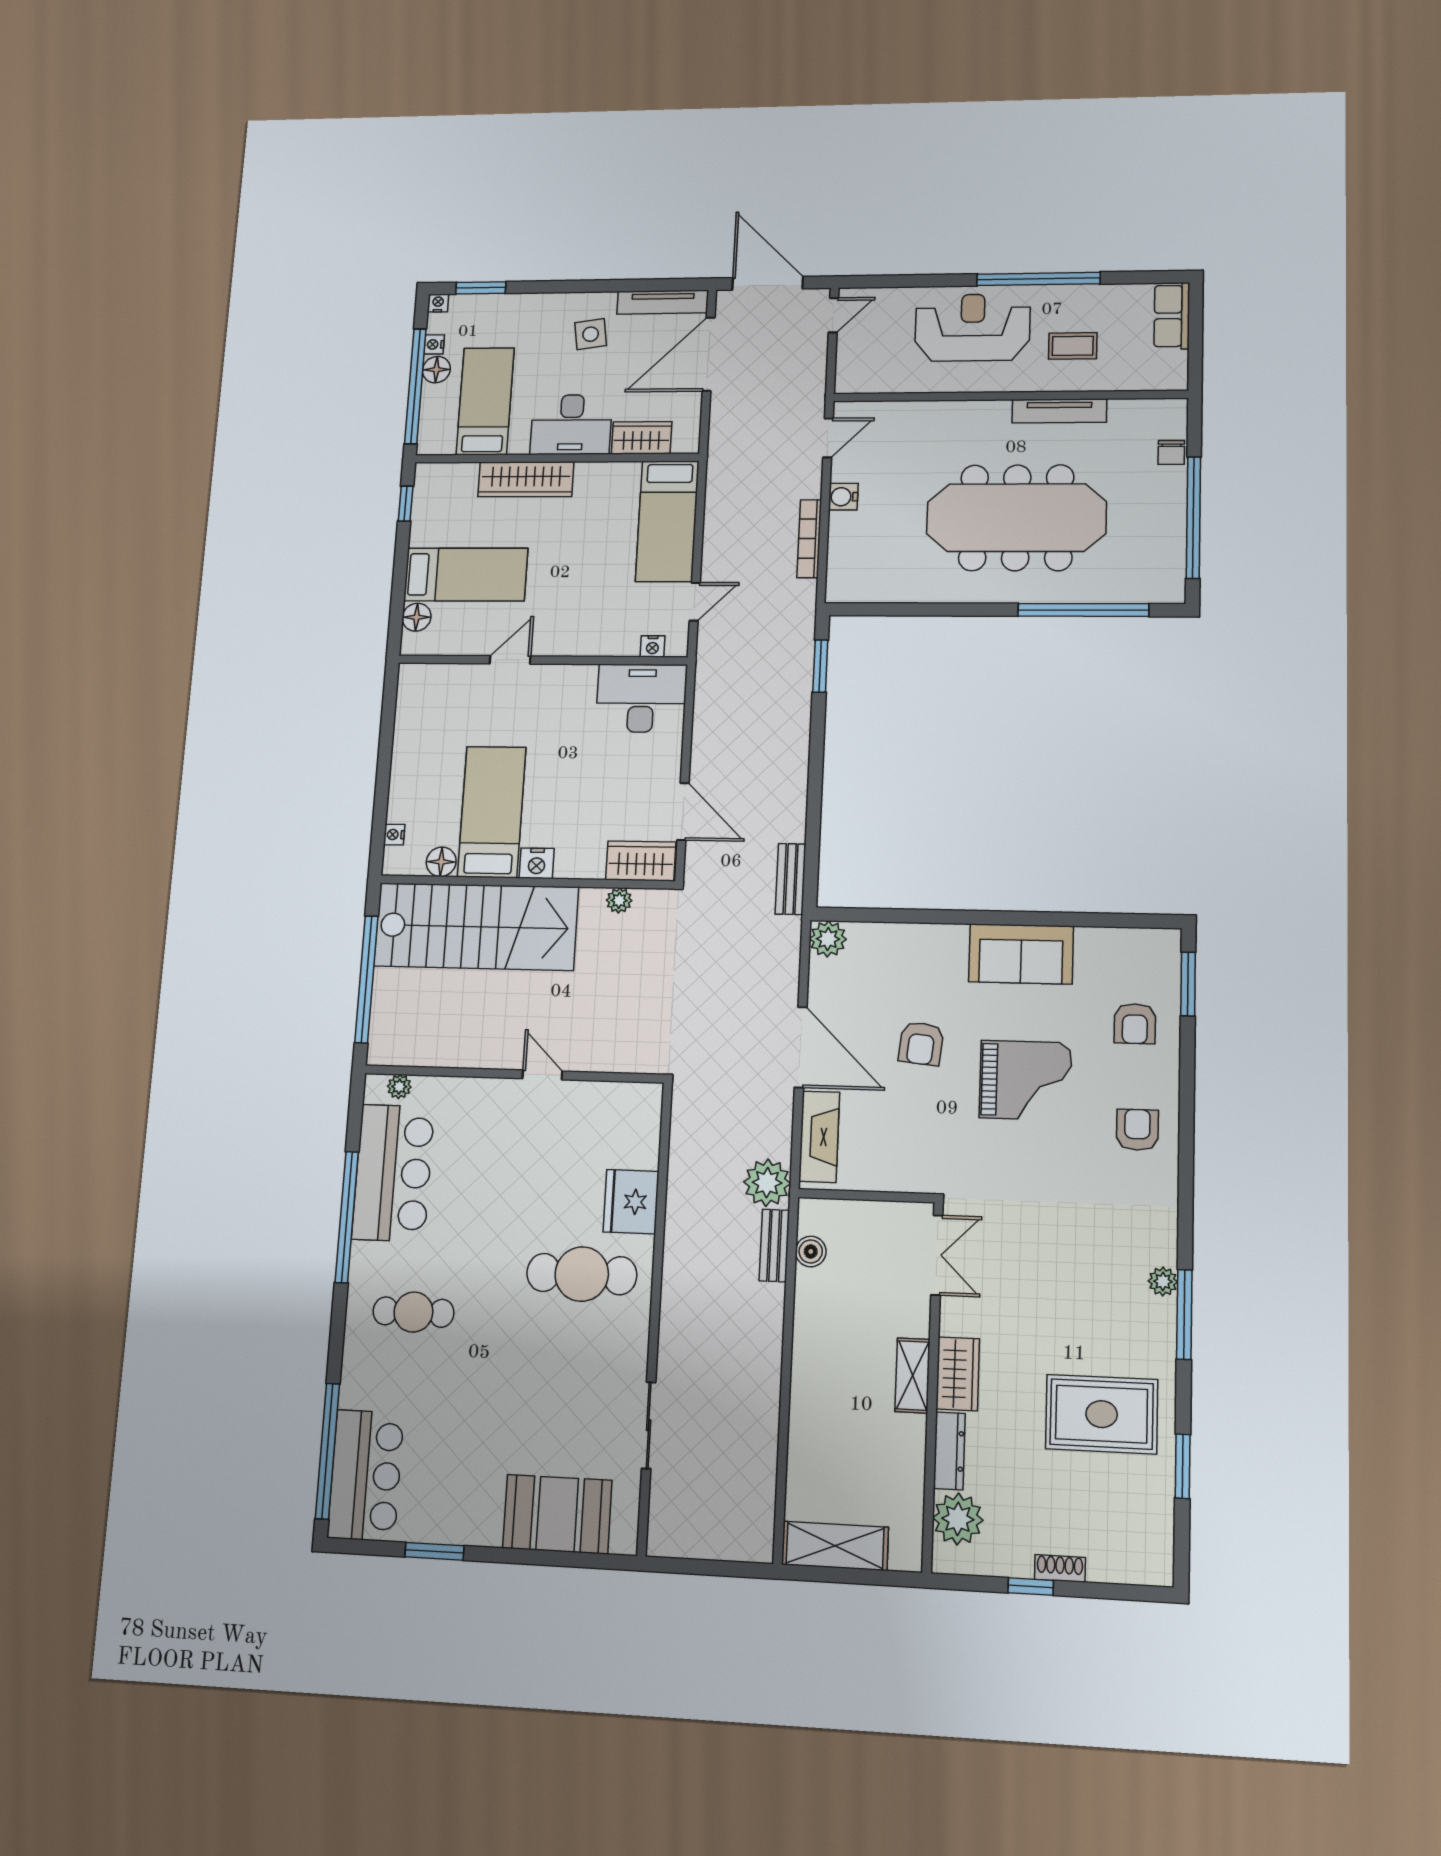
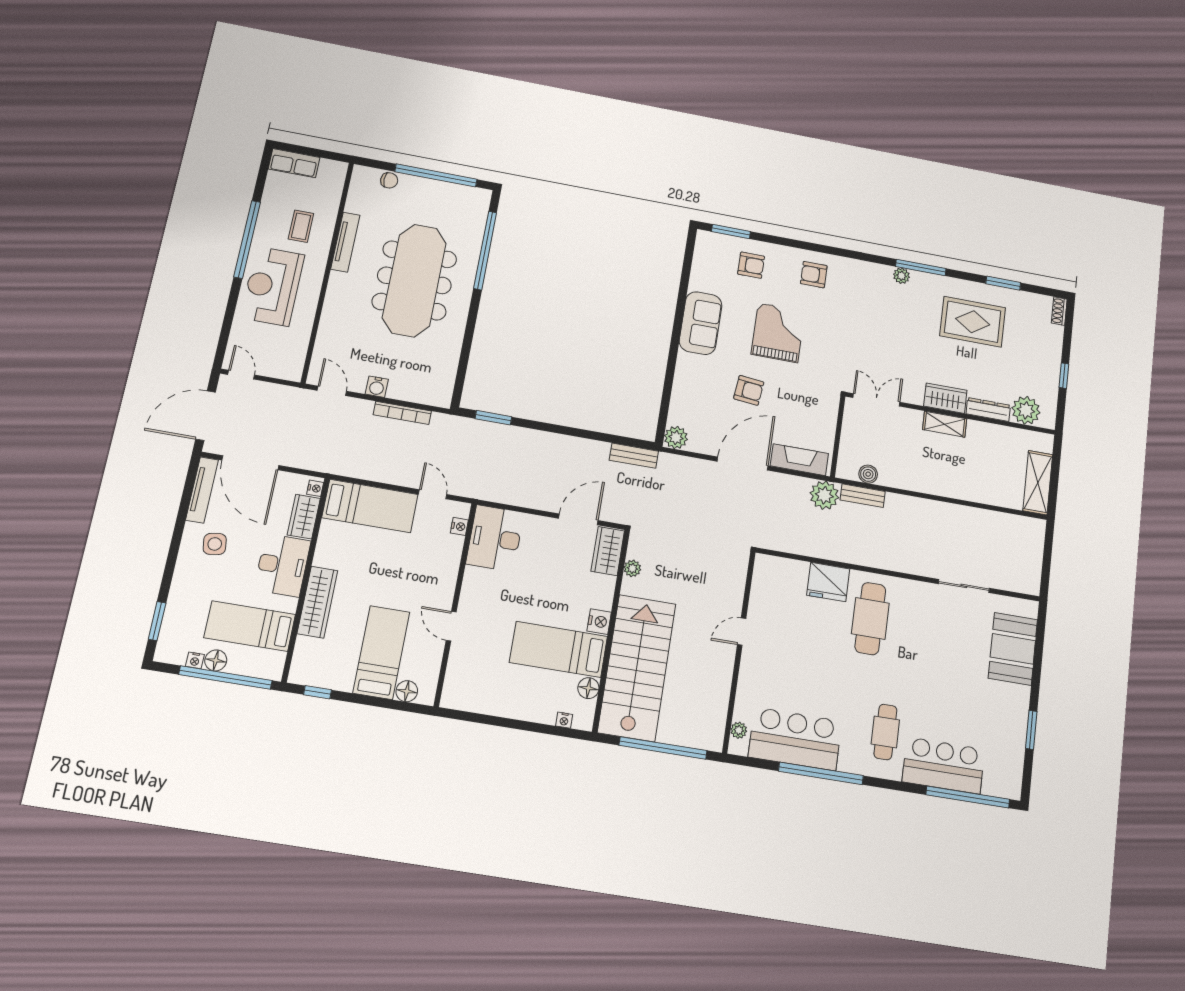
nightstand: (438, 303) -> (315, 488), moved, turned 180
rug: (1102, 1414) -> (973, 322), turned 90
bar counter: (366, 1475) -> (943, 766), moved
shoe rack: (1060, 1568) -> (1059, 311), moved

